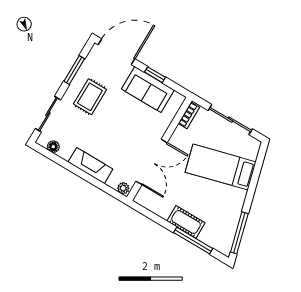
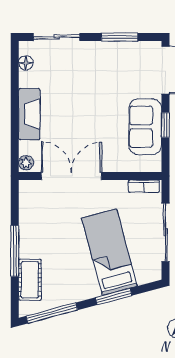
rug: (90, 97) -> (101, 70), removed
double door: (152, 162) -> (71, 176), swing flipped
window: (254, 183) -> (114, 296), added
cot: (186, 222) -> (30, 280), moved
window: (193, 241) -> (15, 251), moved

